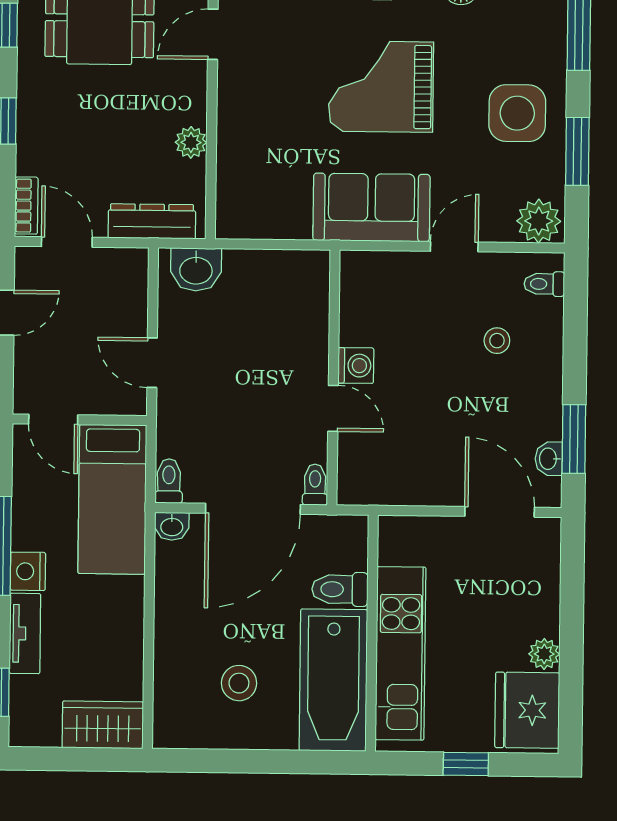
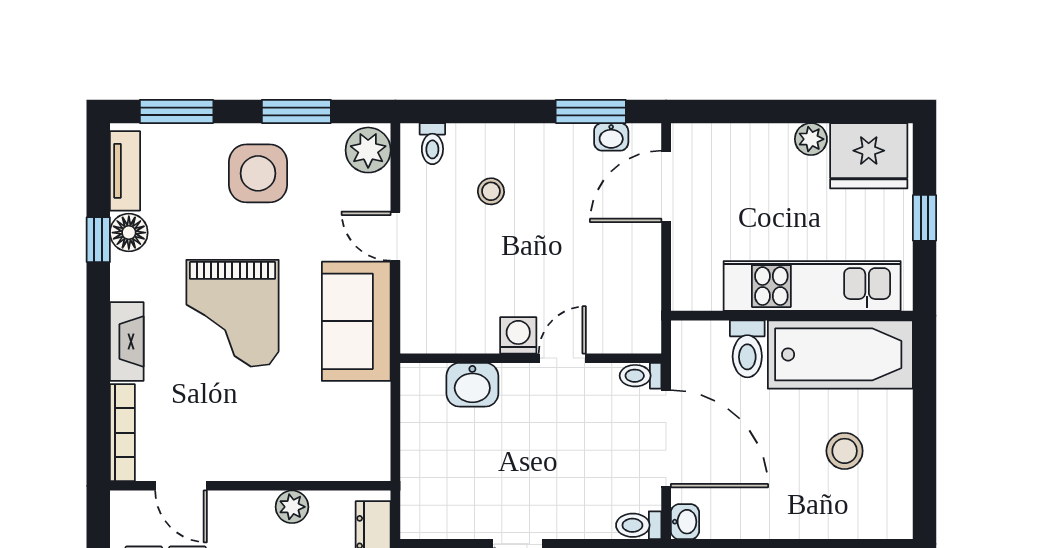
washbasin: (196, 269) -> (472, 385), moved, turned 90

